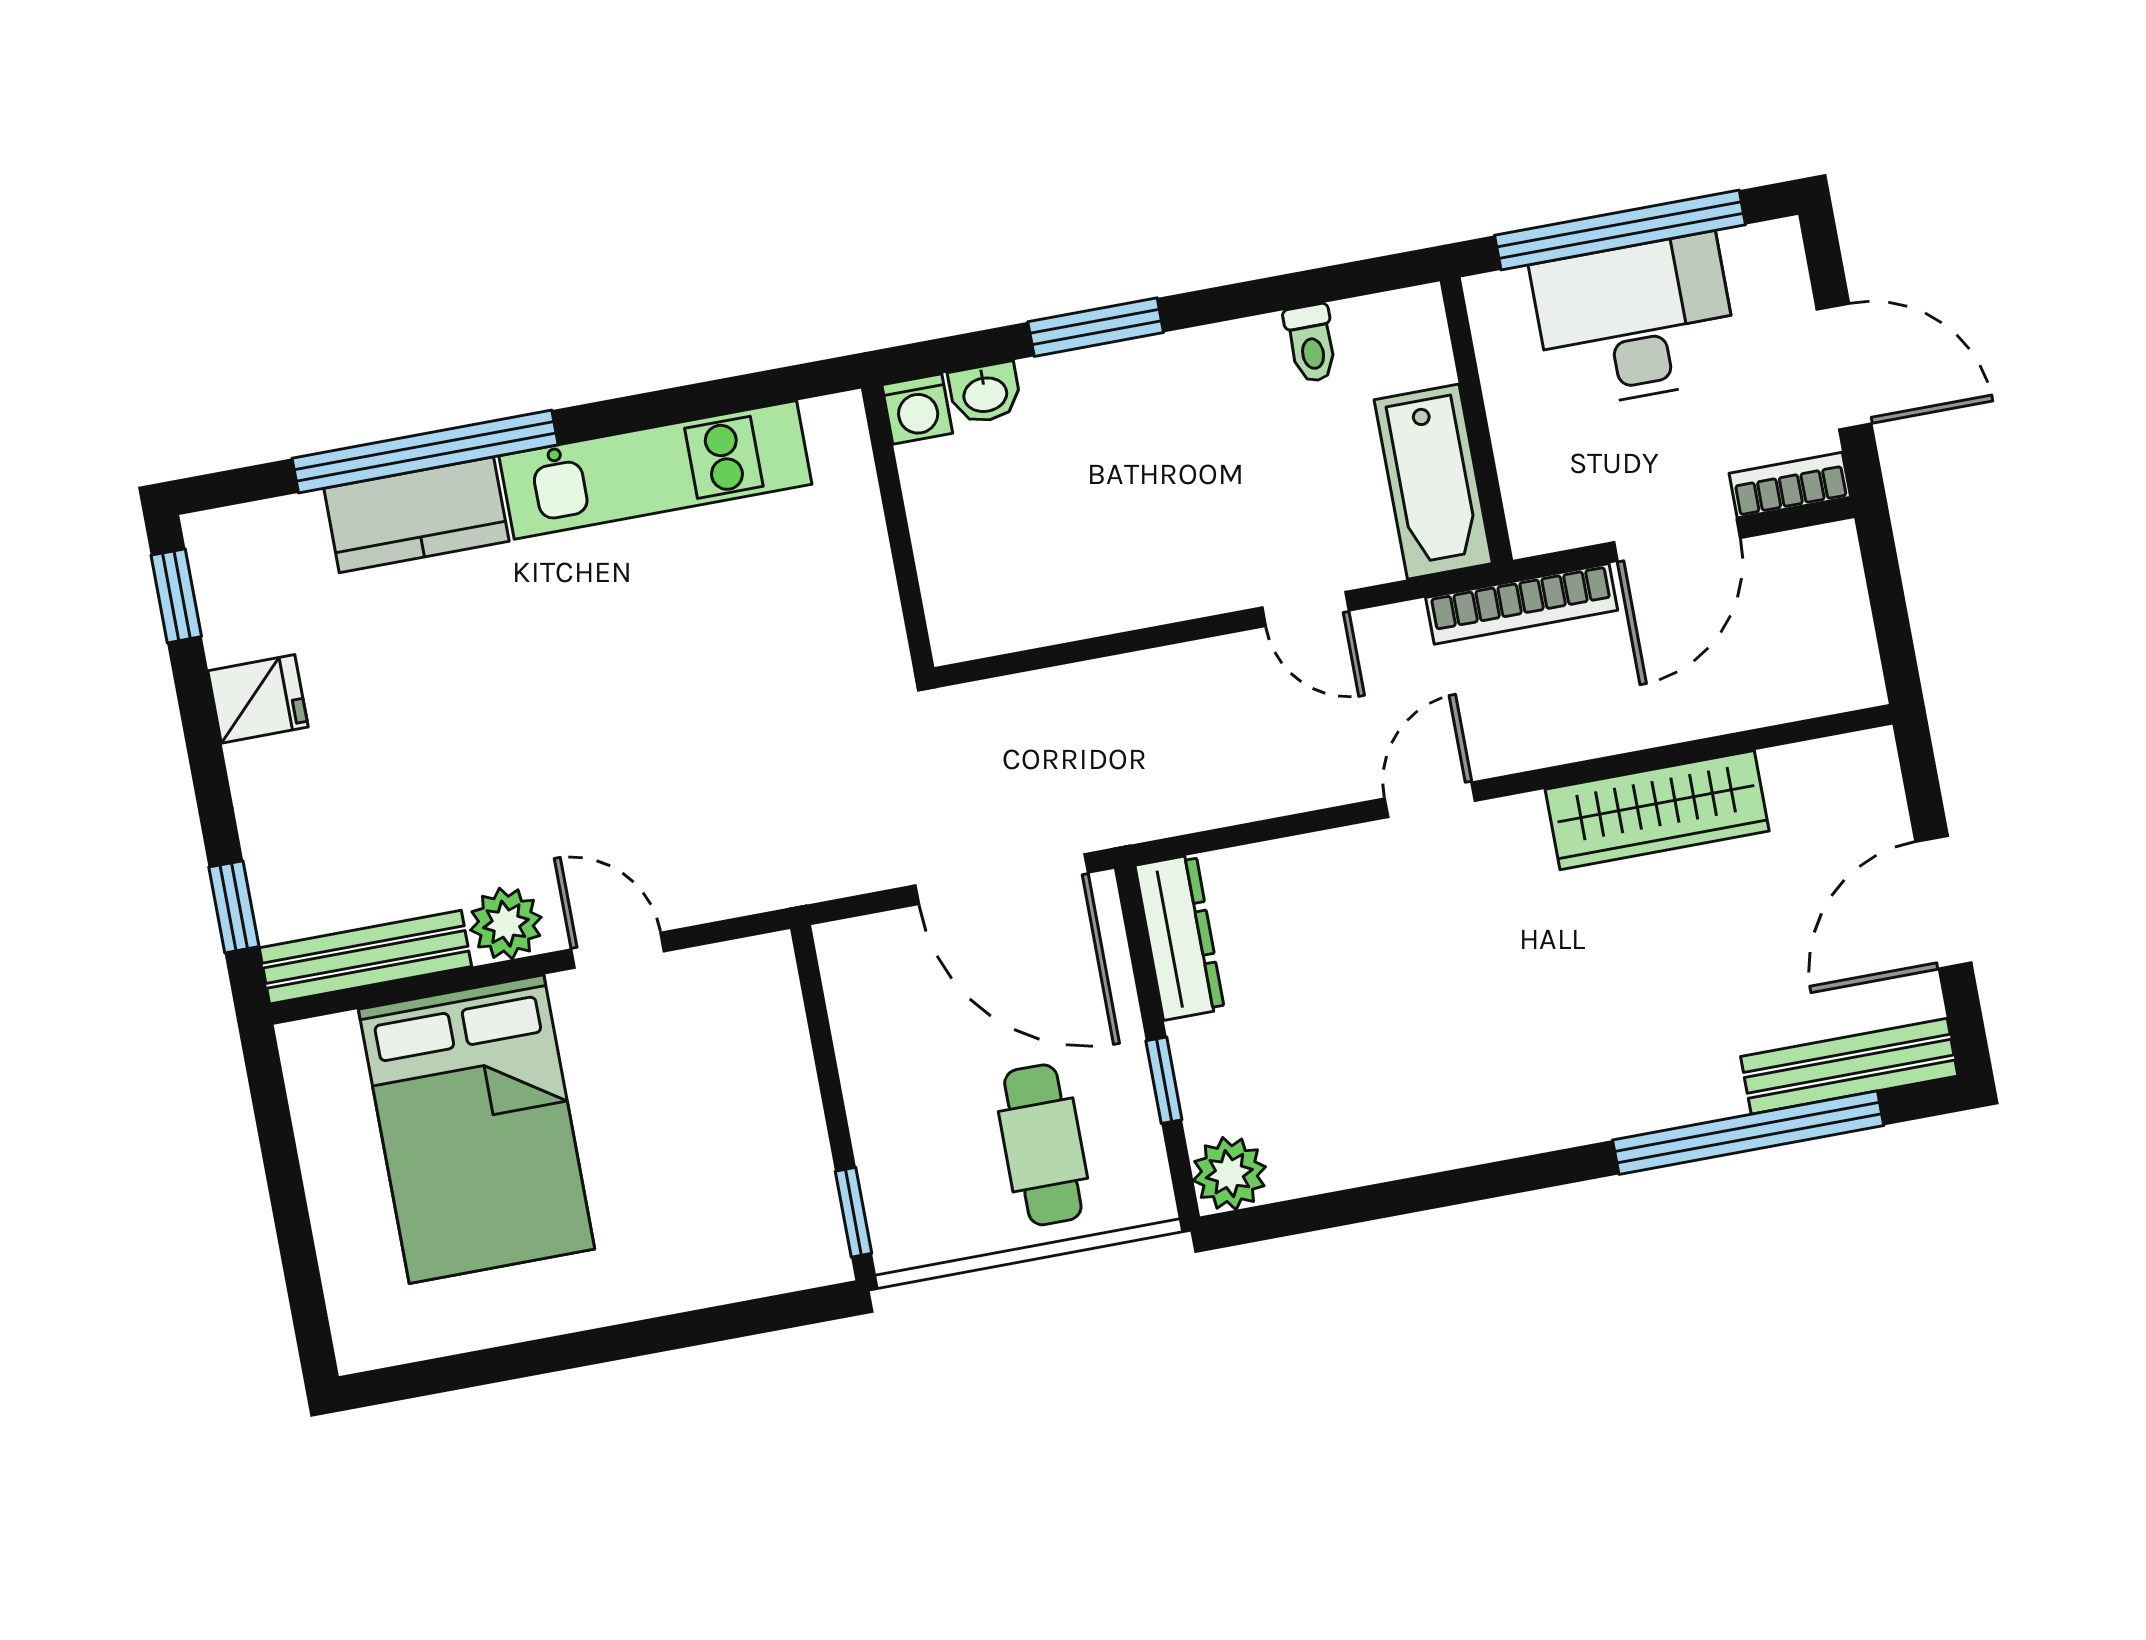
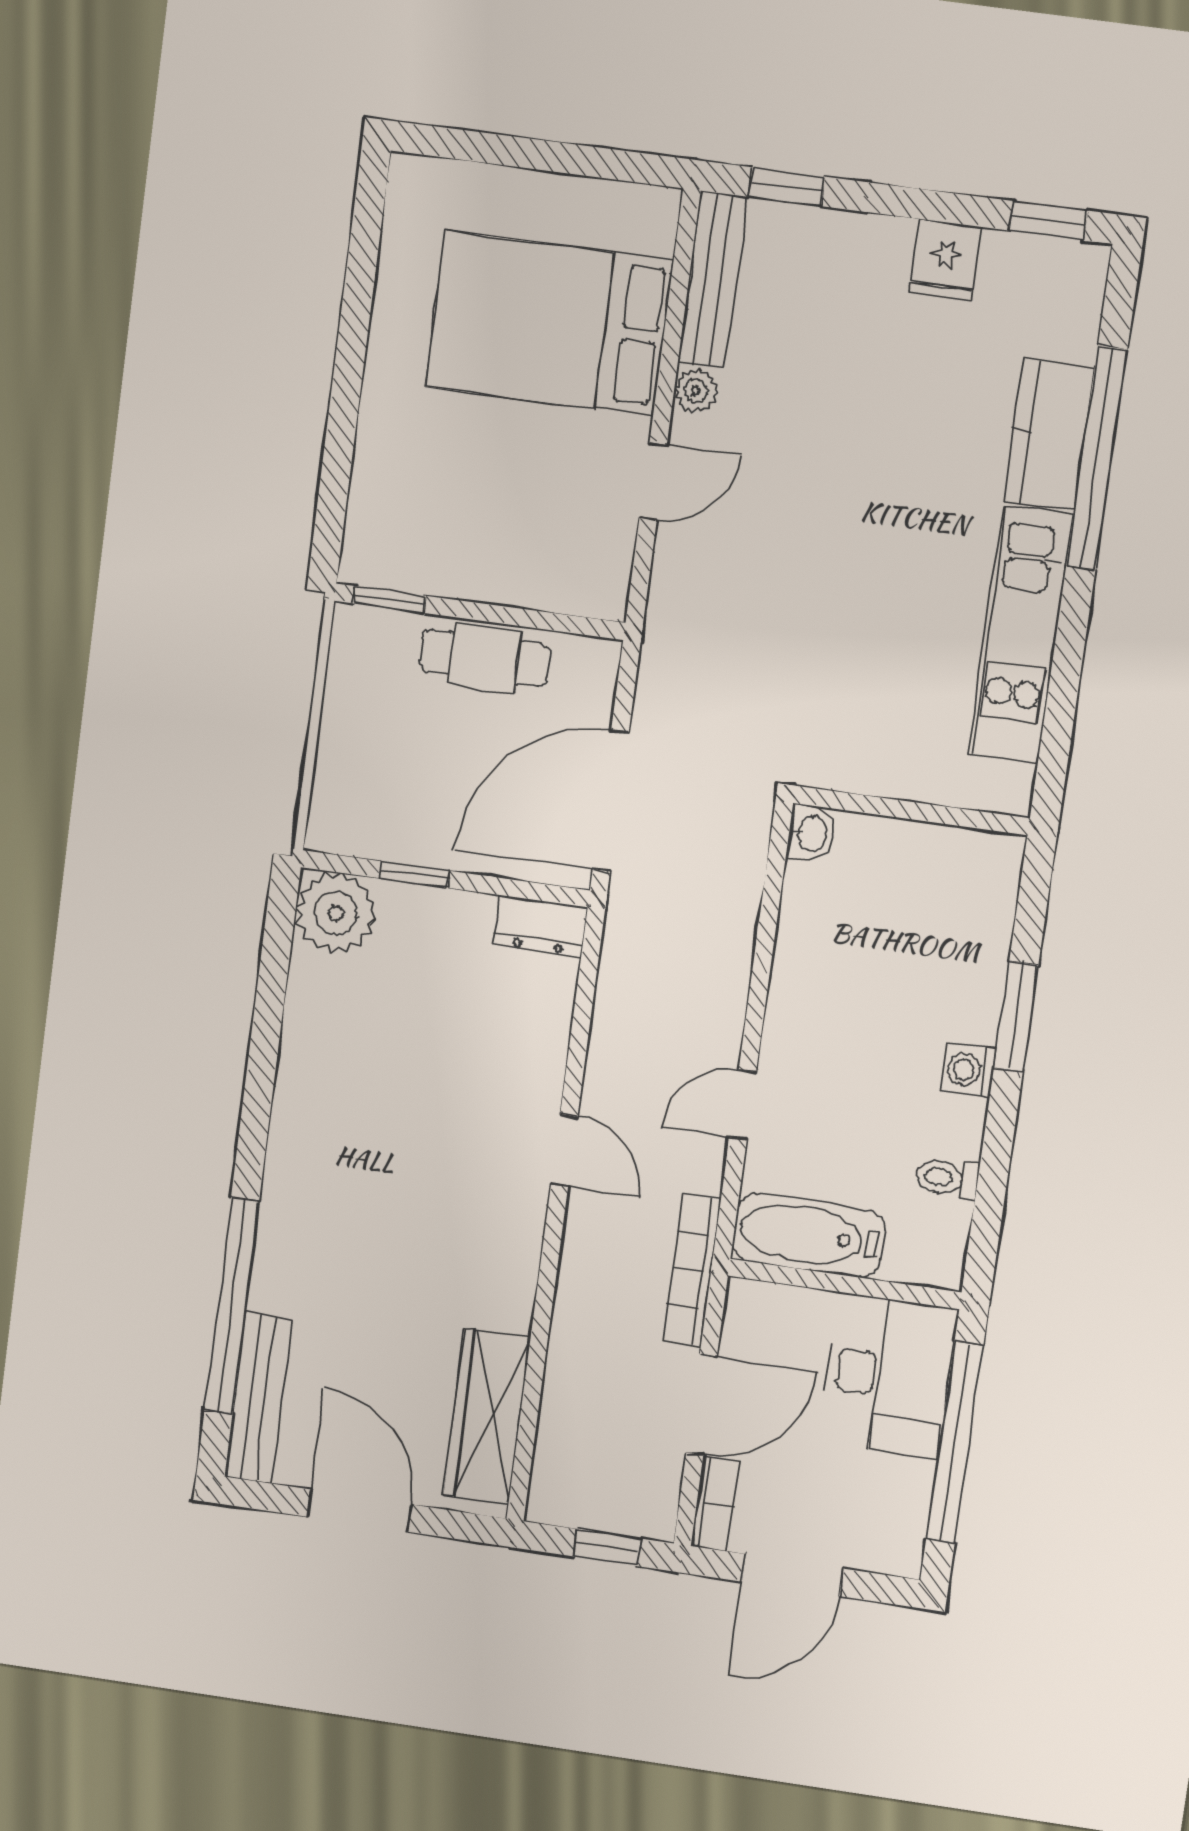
desk: (1635, 321) -> (888, 1376), moved
washbasin: (985, 393) -> (811, 833), moved, turned 180
washing machine: (917, 409) -> (969, 1070), moved
door: (1677, 540) -> (701, 1405), swing flipped
window: (1886, 595) -> (607, 1548), added
wardrobe: (1657, 810) -> (487, 1416), moved
plant: (506, 924) -> (696, 391), width x0.73, depth x0.73
dresser: (1180, 937) -> (540, 926), width x0.70
cafe table: (1043, 1145) -> (485, 658), moved
plant: (1229, 1174) -> (336, 913), width x1.36, depth x1.36

